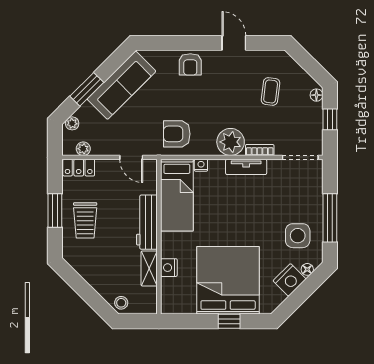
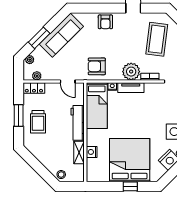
coffee table: (271, 91) -> (157, 39), width x1.86, depth x1.72
tv unit: (246, 167) -> (131, 88), moved

